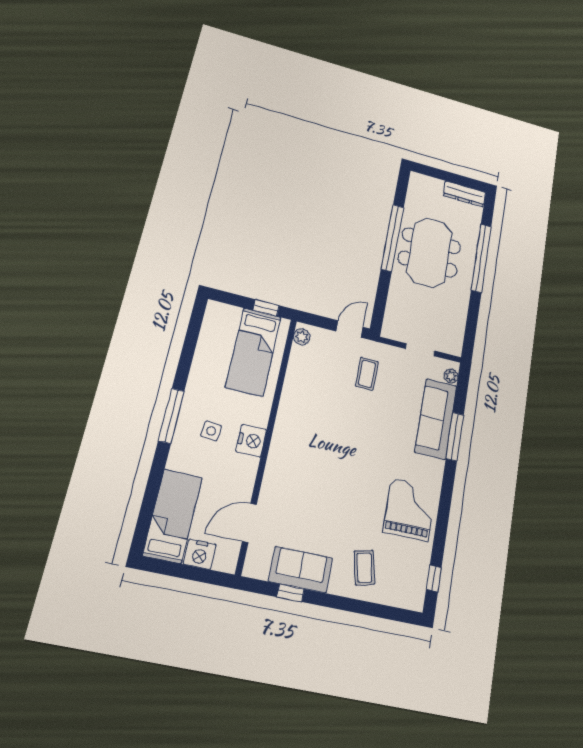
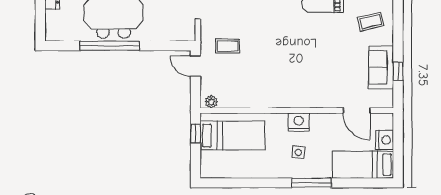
window: (171, 416) -> (312, 183), moved

